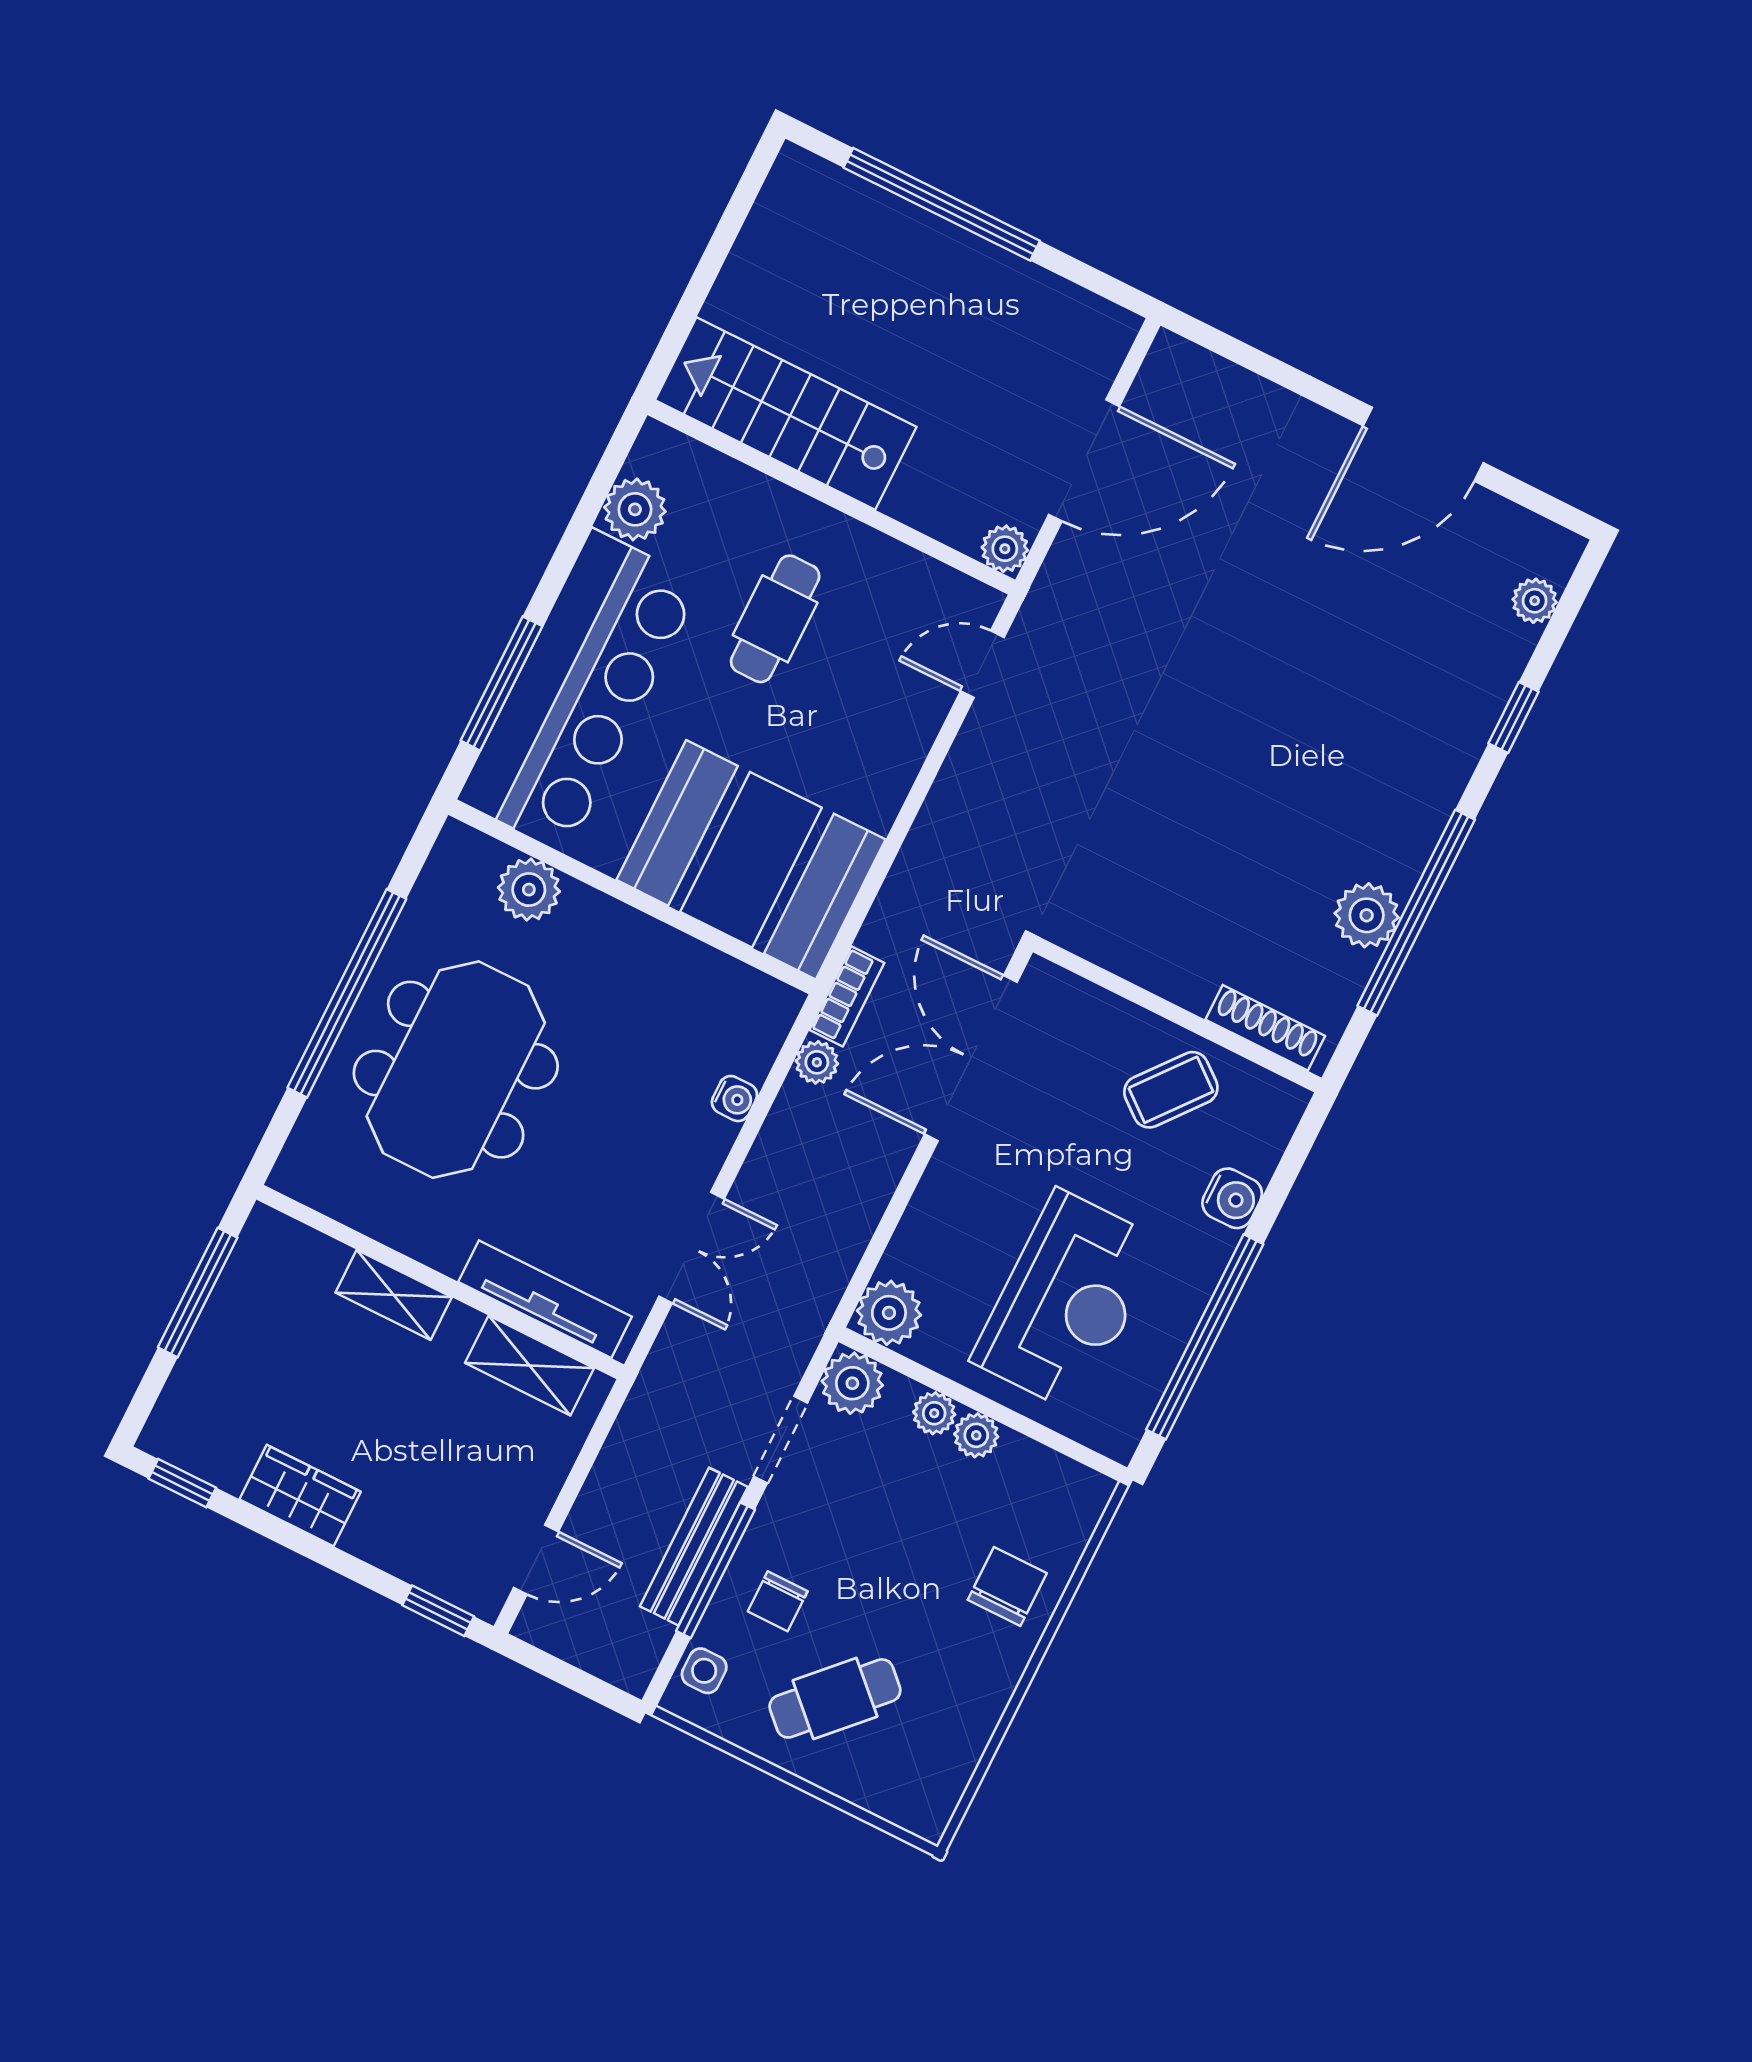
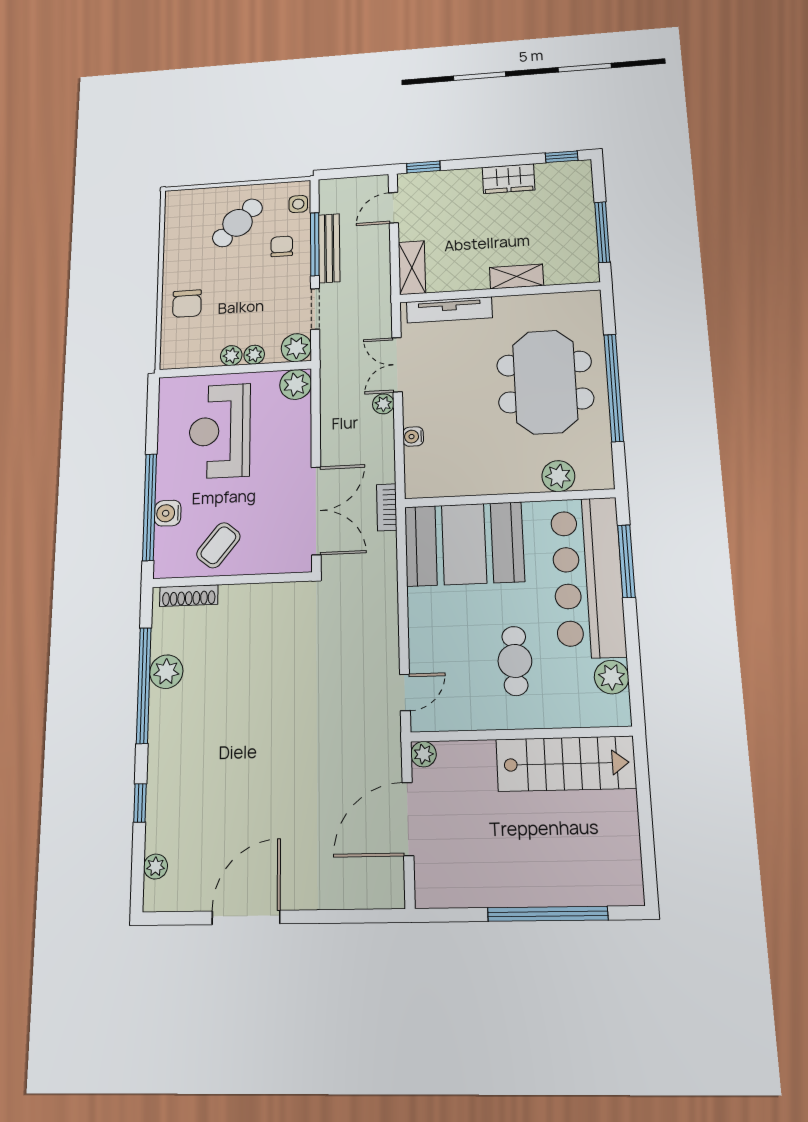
plant: (817, 1062) -> (383, 404), moved
window: (1205, 1337) -> (150, 507), moved
shelving: (530, 1366) -> (412, 268), moved, turned 90

